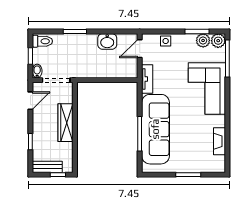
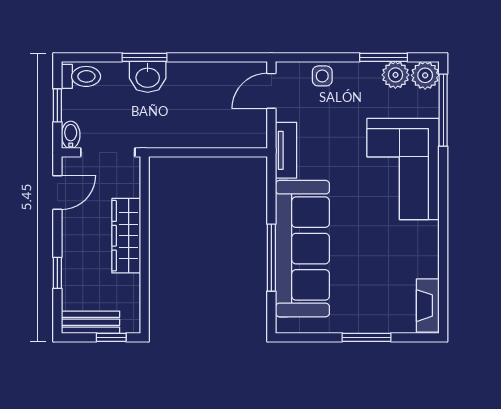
washbasin: (107, 41) -> (148, 77), moved
fireplace: (220, 141) -> (428, 306), moved

